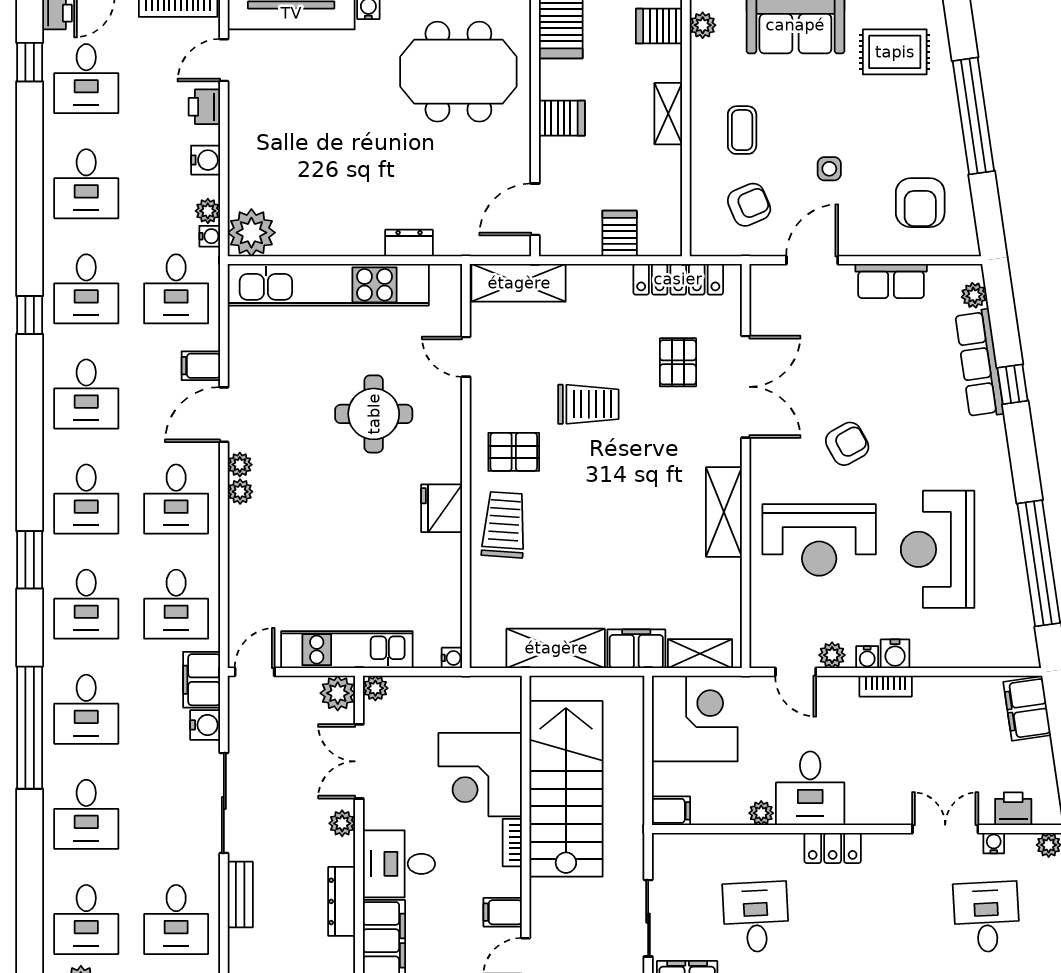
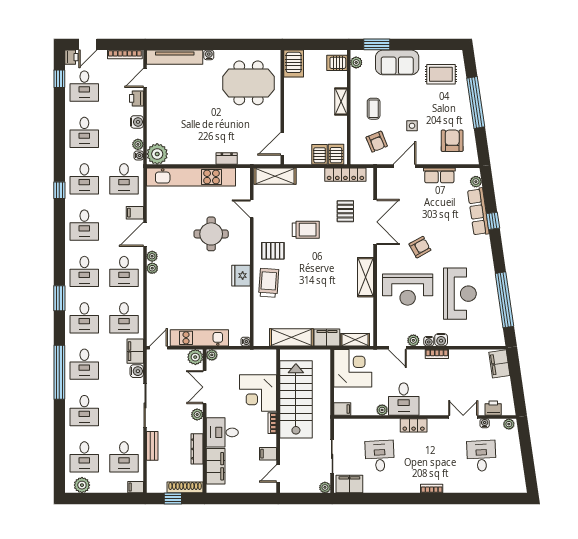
server rack: (562, 118) -> (336, 154), moved, turned -90
armchair: (920, 203) -> (452, 141), turned 180
armchair: (749, 205) -> (377, 142), turned 91
reception desk: (938, 549) -> (460, 294), turned 180

